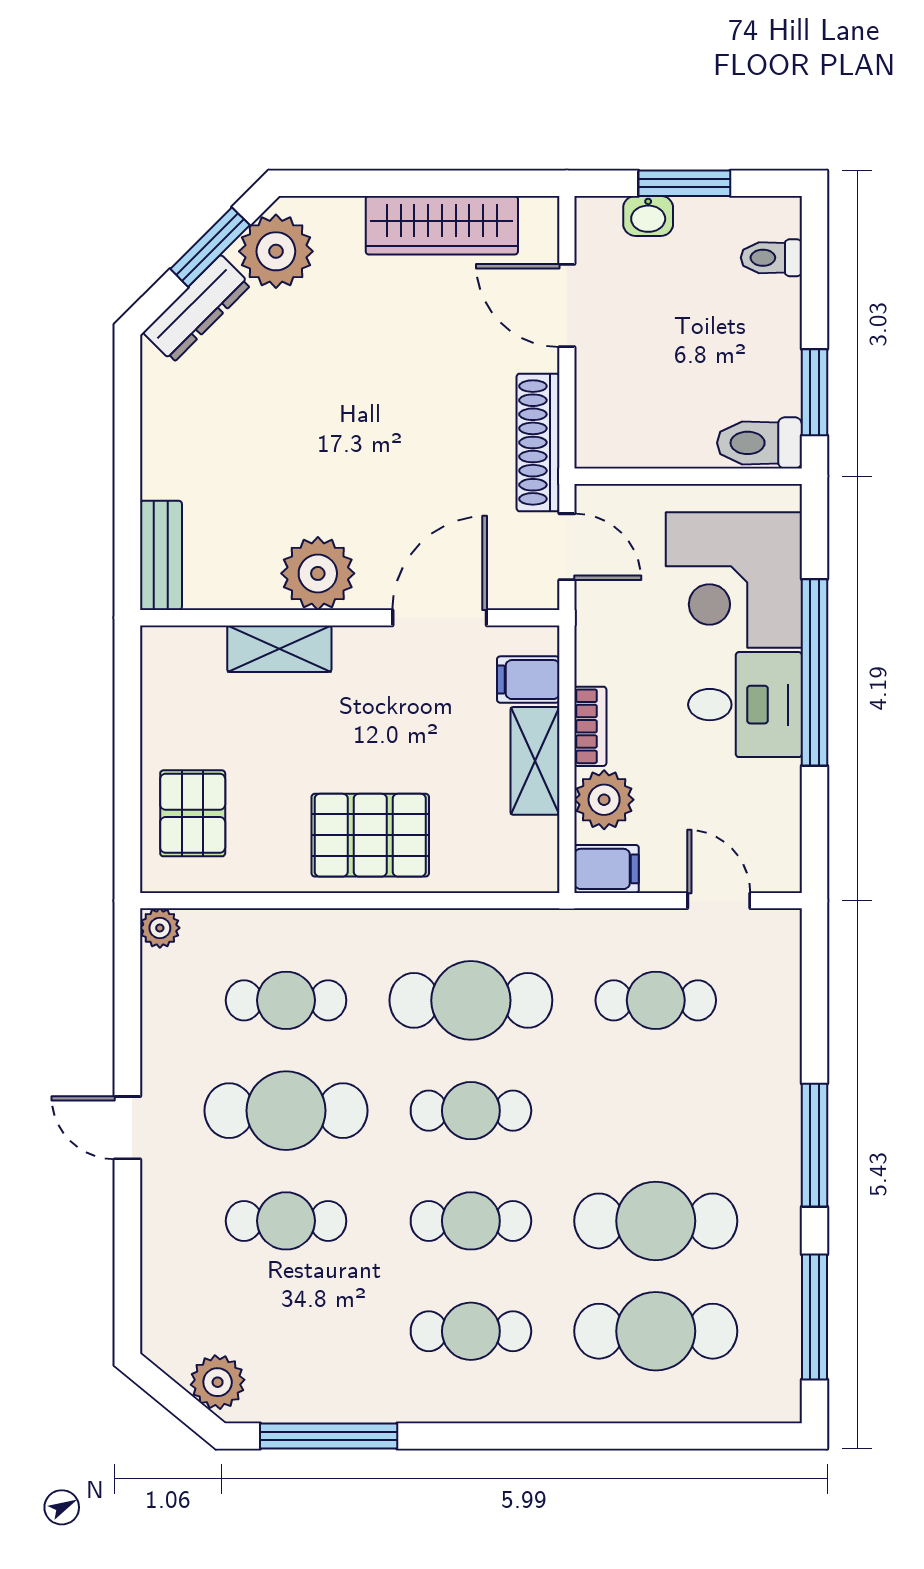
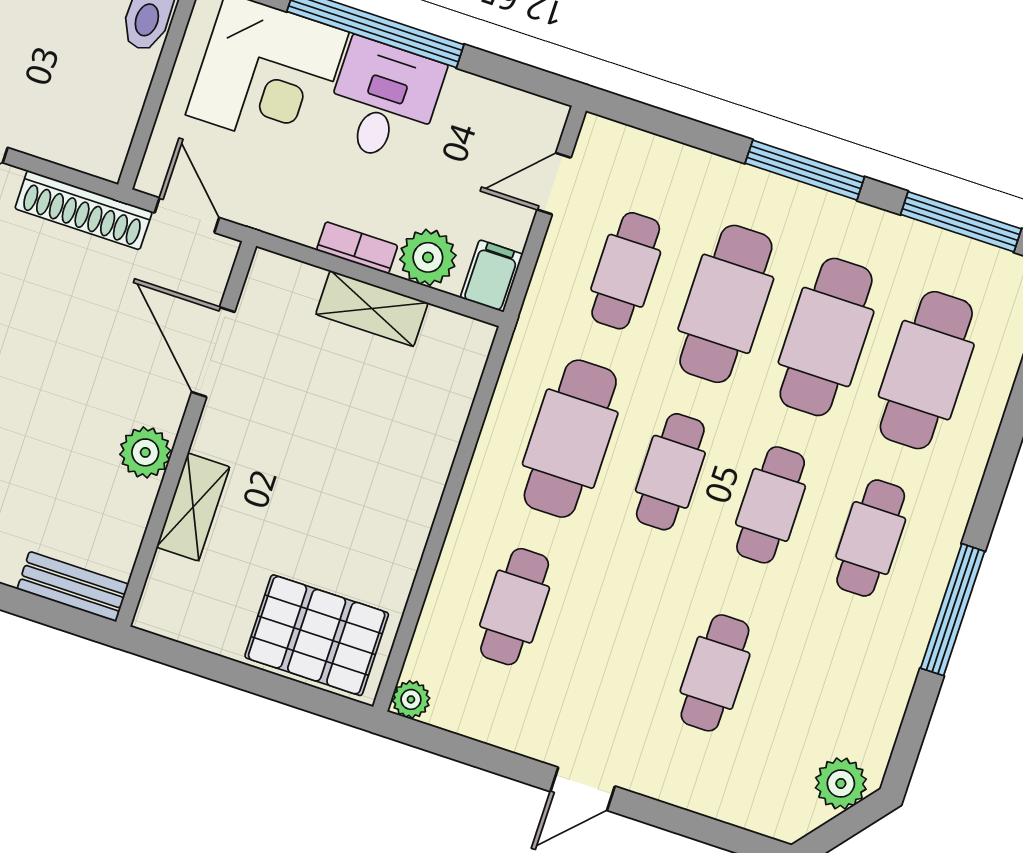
door: (567, 547) -> (187, 215), hinge flipped
plant: (318, 573) -> (145, 452), width x0.73, depth x0.73
filing cabinet: (528, 680) -> (296, 290), removed
pallet: (193, 813) -> (317, 635), width x1.50, depth x1.42
pallet: (370, 835) -> (390, 480), removed
cafe table: (286, 1111) -> (726, 304), moved
window: (329, 1436) -> (953, 610), moved

